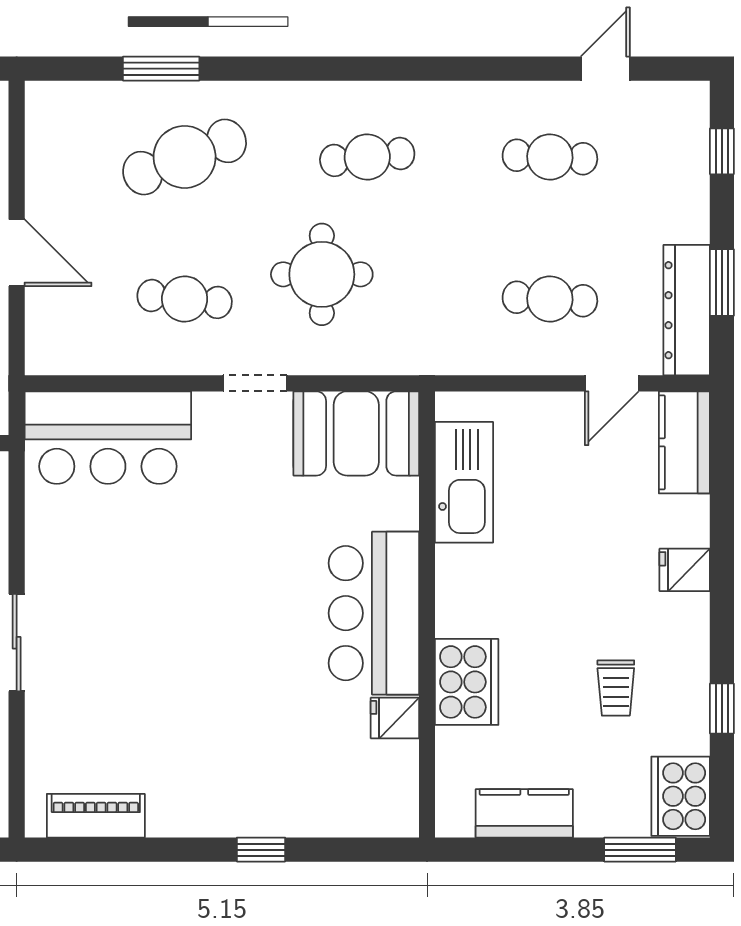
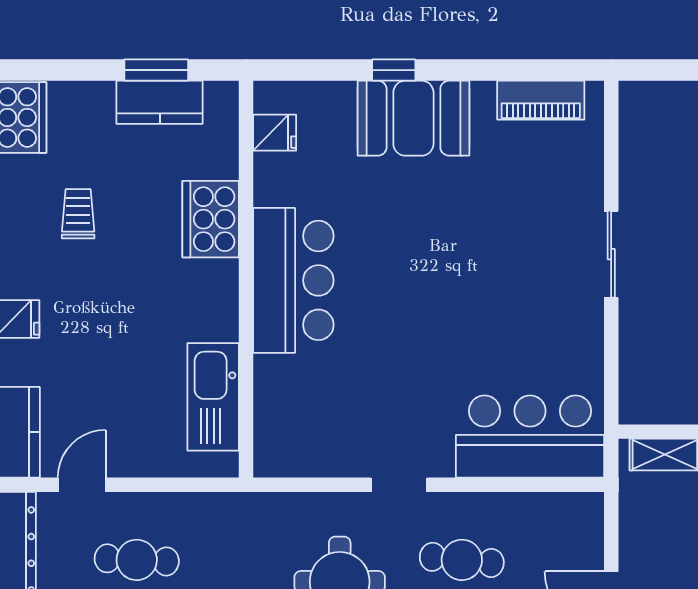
booth: (356, 433) -> (413, 118), moved
fridge: (395, 718) -> (275, 133), moved
window: (640, 850) -> (156, 70), moved

